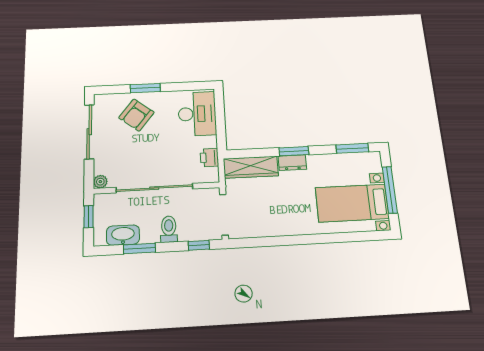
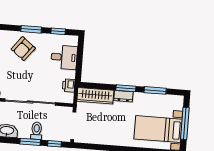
window: (184, 86) -> (58, 31), added
desk: (197, 114) -> (64, 57), width x0.73
window: (352, 148) -> (155, 90), moved
window: (139, 249) -> (30, 142), moved

